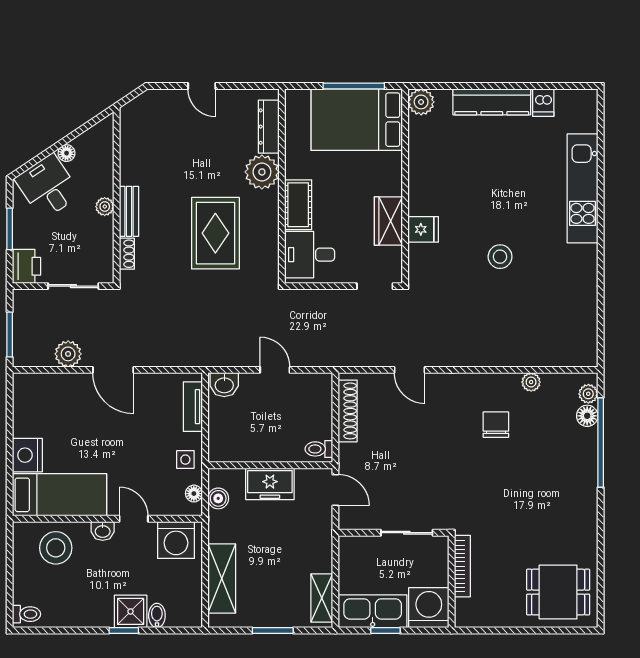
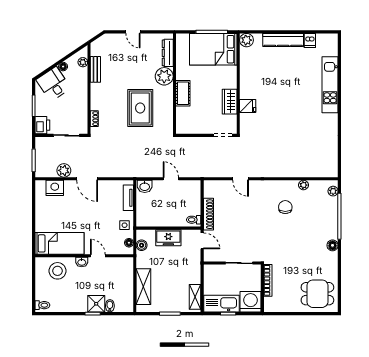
plant: (105, 207) -> (83, 62), moved
bench: (129, 211) -> (95, 69), moved
desk: (310, 255) -> (189, 119), removed
stool: (500, 257) -> (287, 120), removed
shoe rack: (348, 411) -> (209, 214), moved
floor lamp: (587, 416) -> (333, 245), moved
nightstand: (27, 455) -> (55, 188), moved, turned 90
washing machine: (176, 540) -> (120, 267), removed

